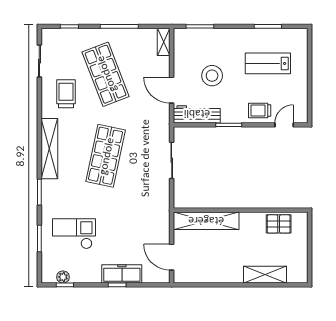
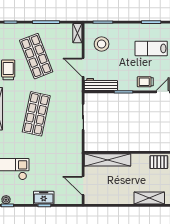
stool: (212, 76) -> (102, 44), moved
freezer: (122, 274) -> (44, 198), width x0.71

